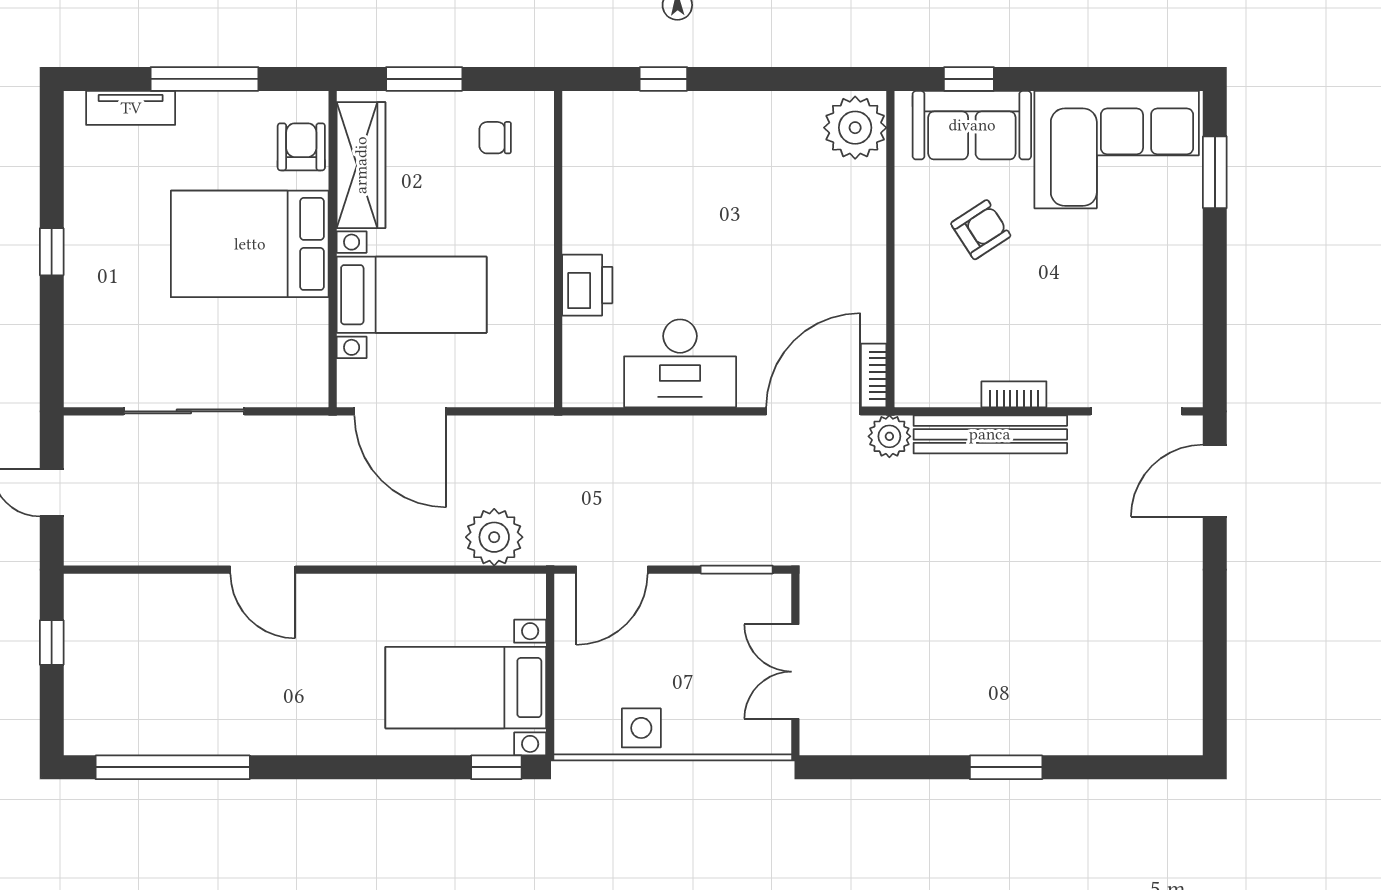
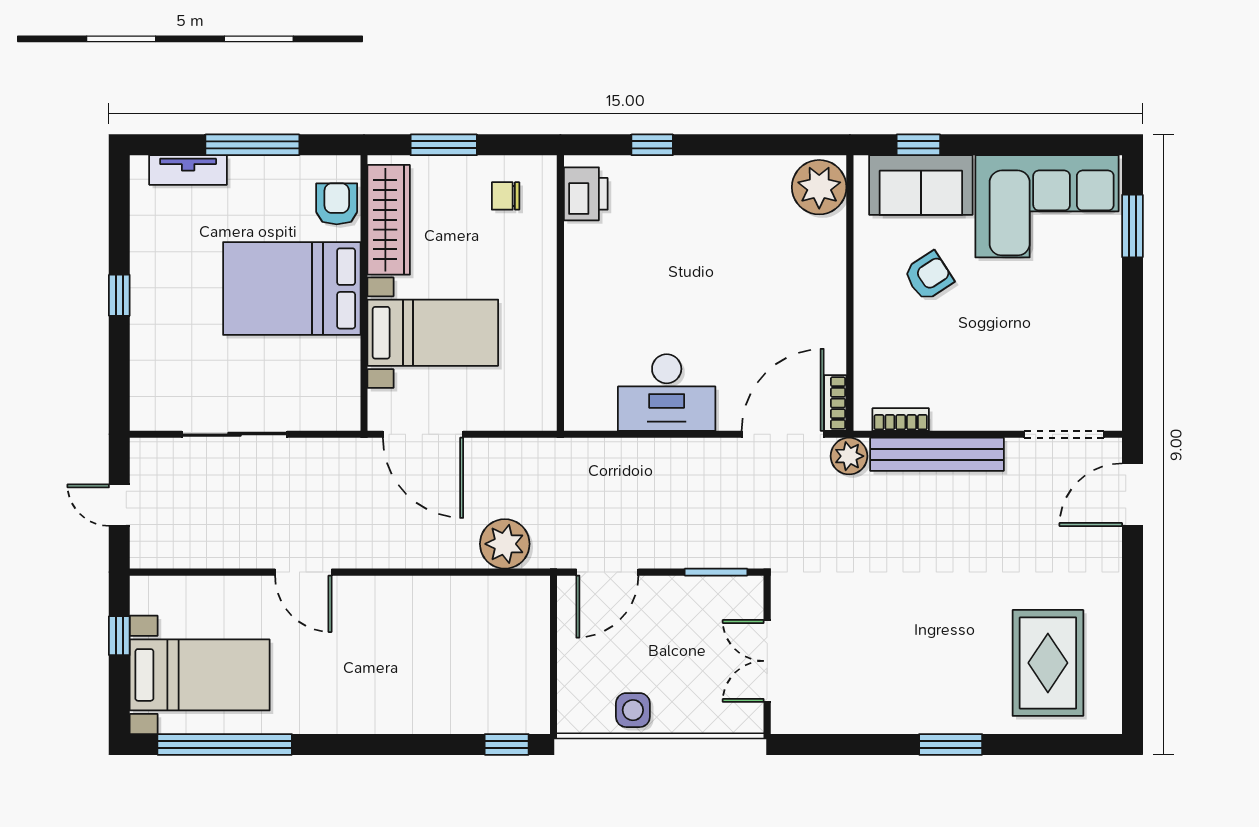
printer: (587, 285) -> (586, 194), moved
bookcase: (1014, 394) -> (901, 420), moved
rug: (1118, 674) -> (1048, 663), added
bed with nightstands: (466, 688) -> (200, 675), moved, turned 180

